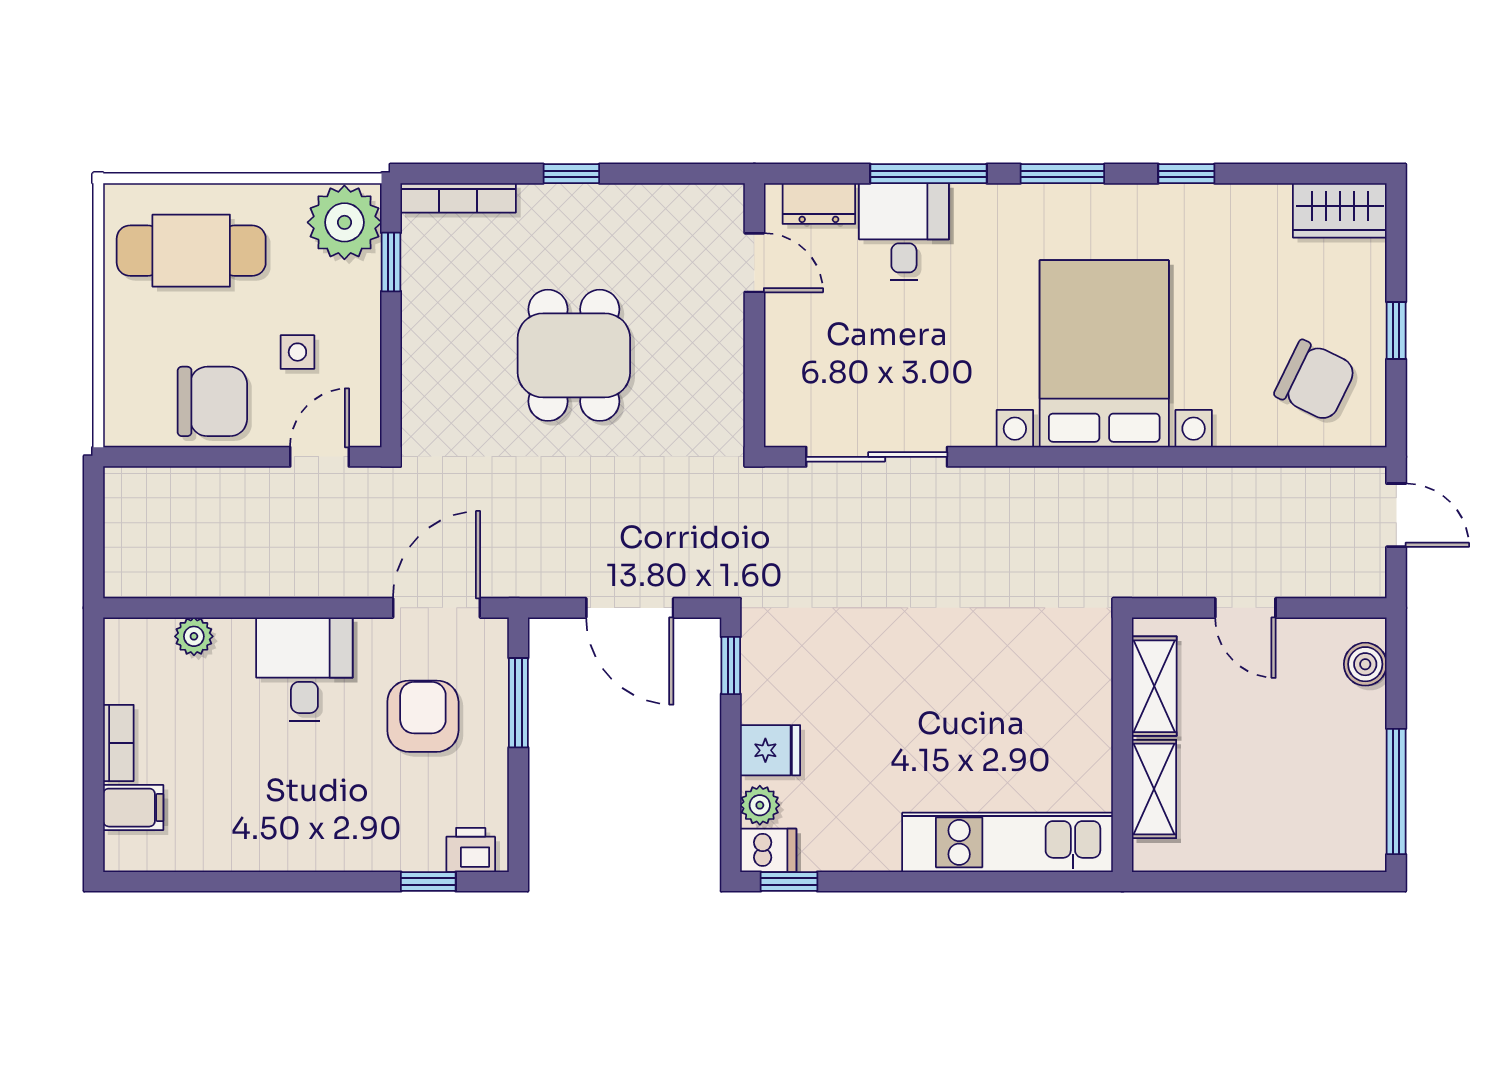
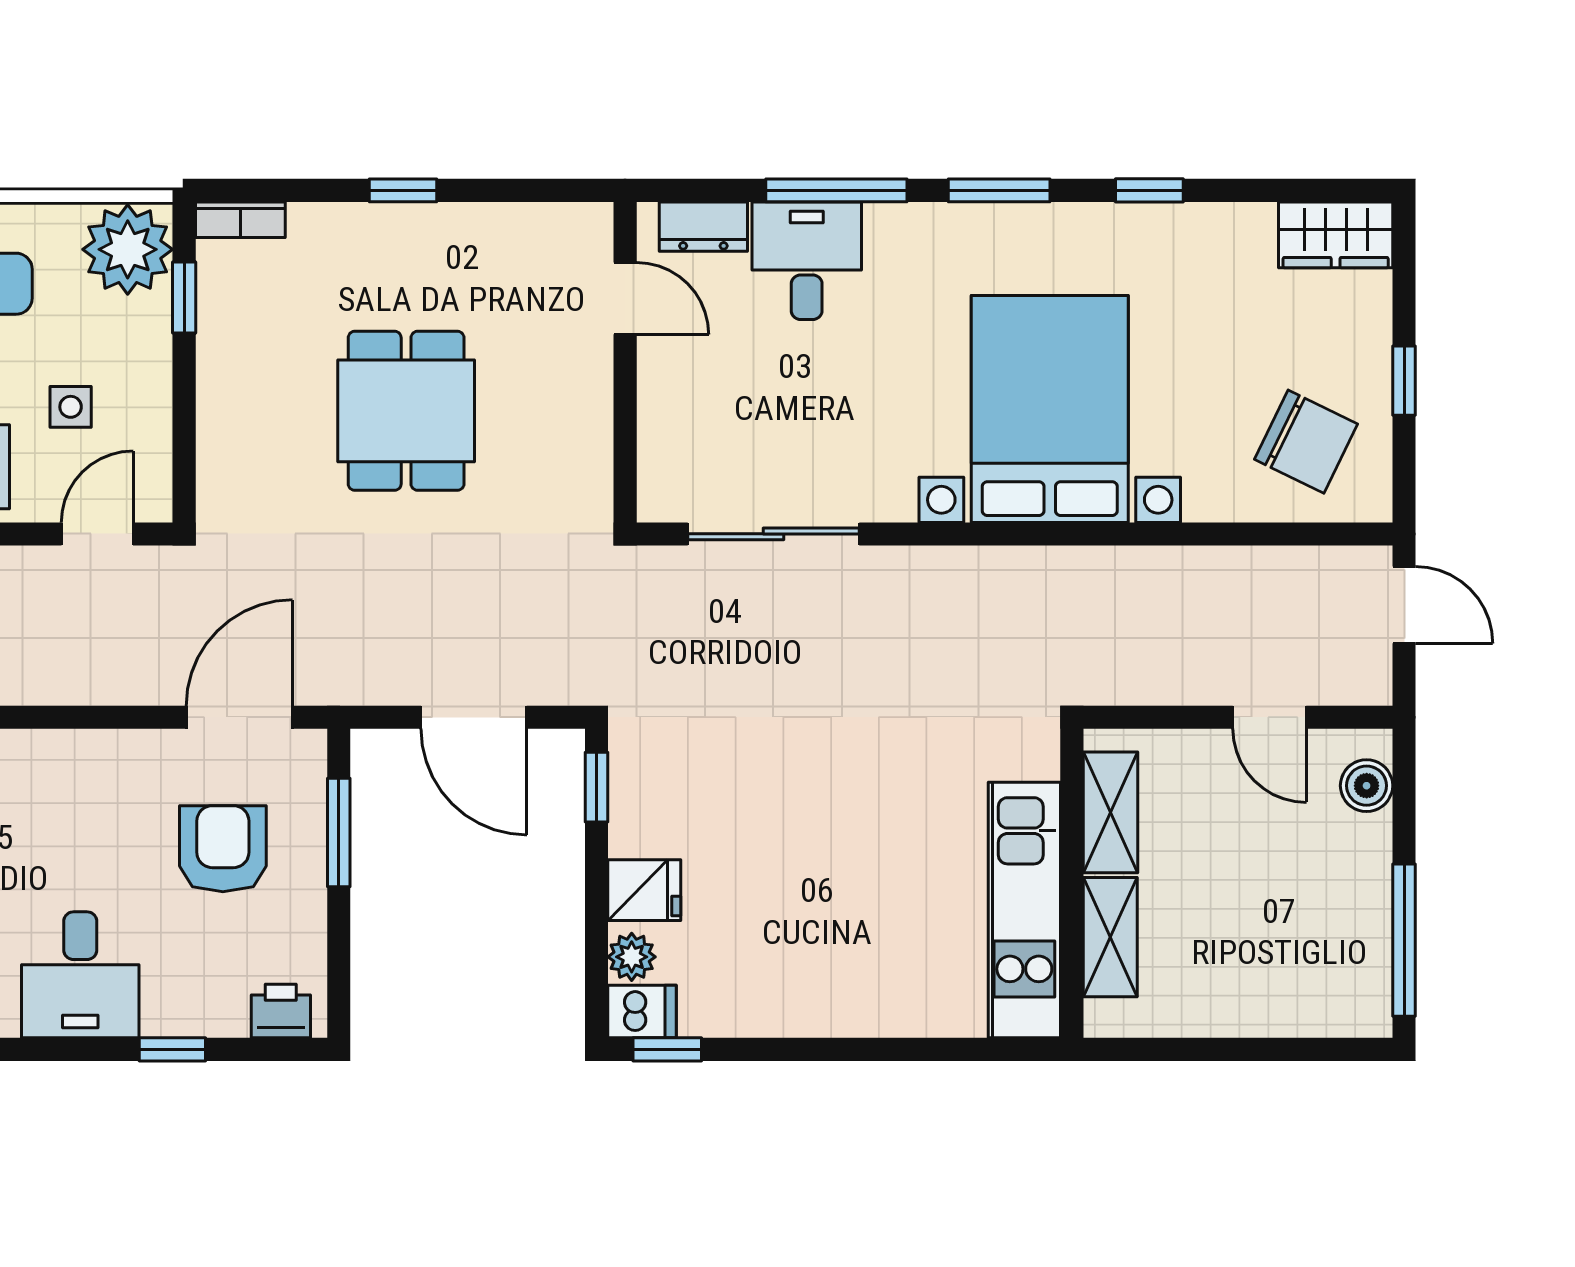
bookcase: (458, 198) -> (240, 220), width x0.64
door: (1245, 608) -> (1269, 717), moved
desk: (304, 669) -> (80, 975), moved, turned 180
kitchen unit: (1008, 842) -> (1024, 910), moved, turned -90
window: (428, 882) -> (172, 1049), moved

